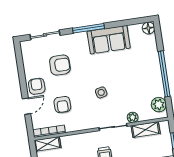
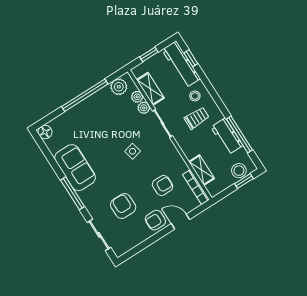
plant: (144, 116) -> (137, 97), added
shelving: (48, 144) -> (202, 170), moved

